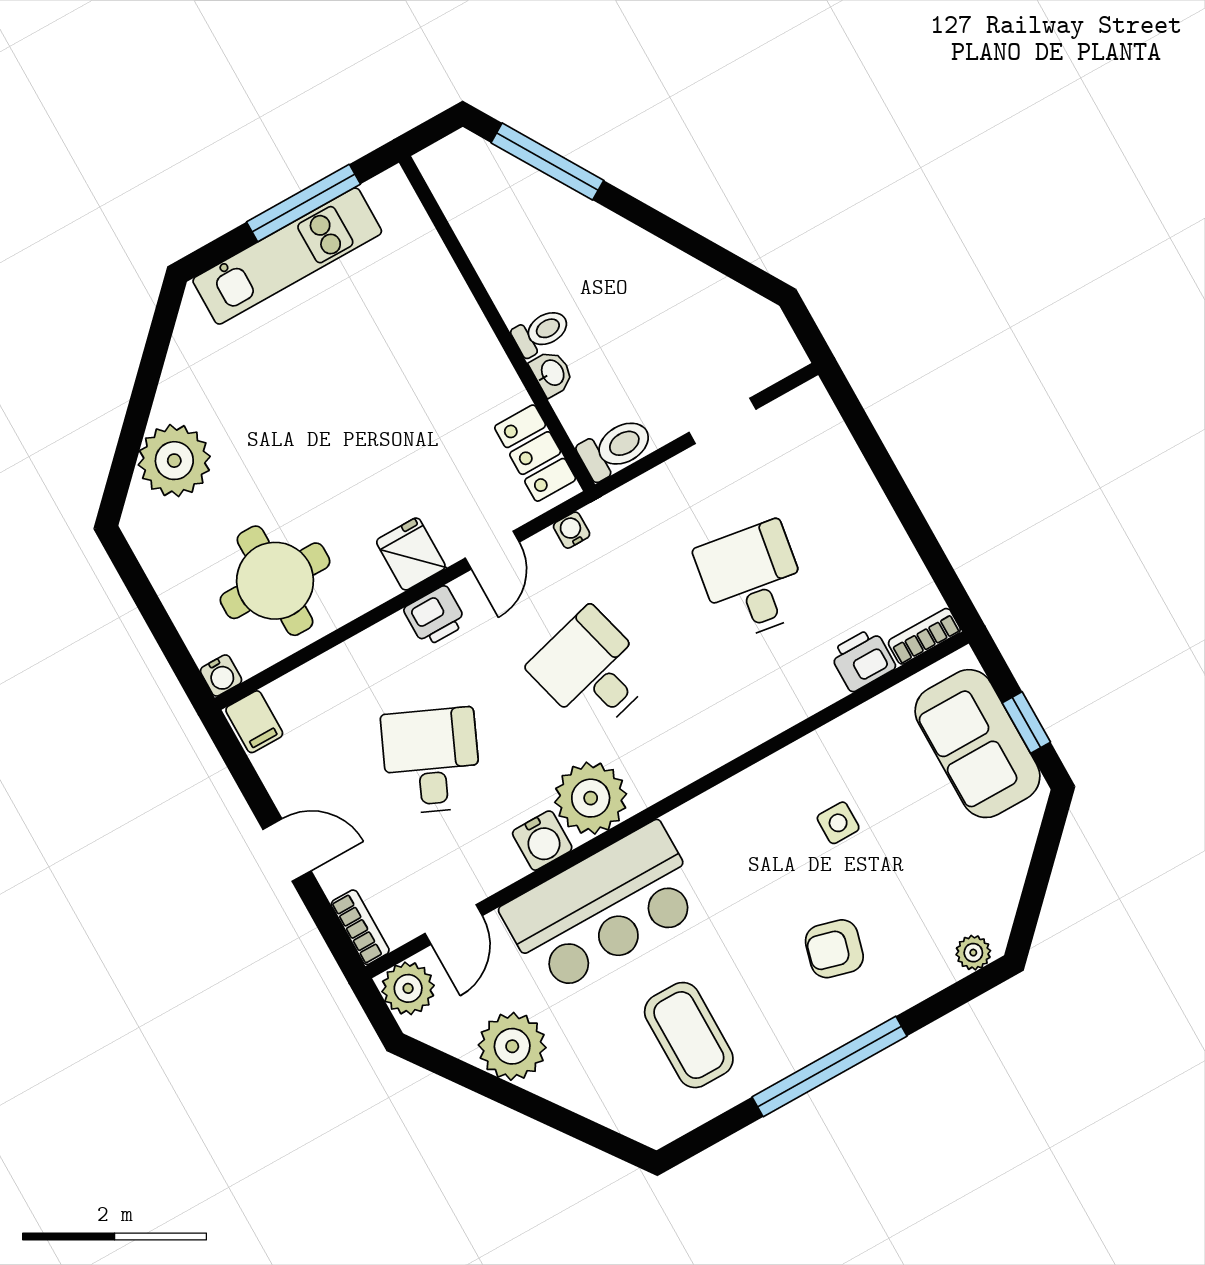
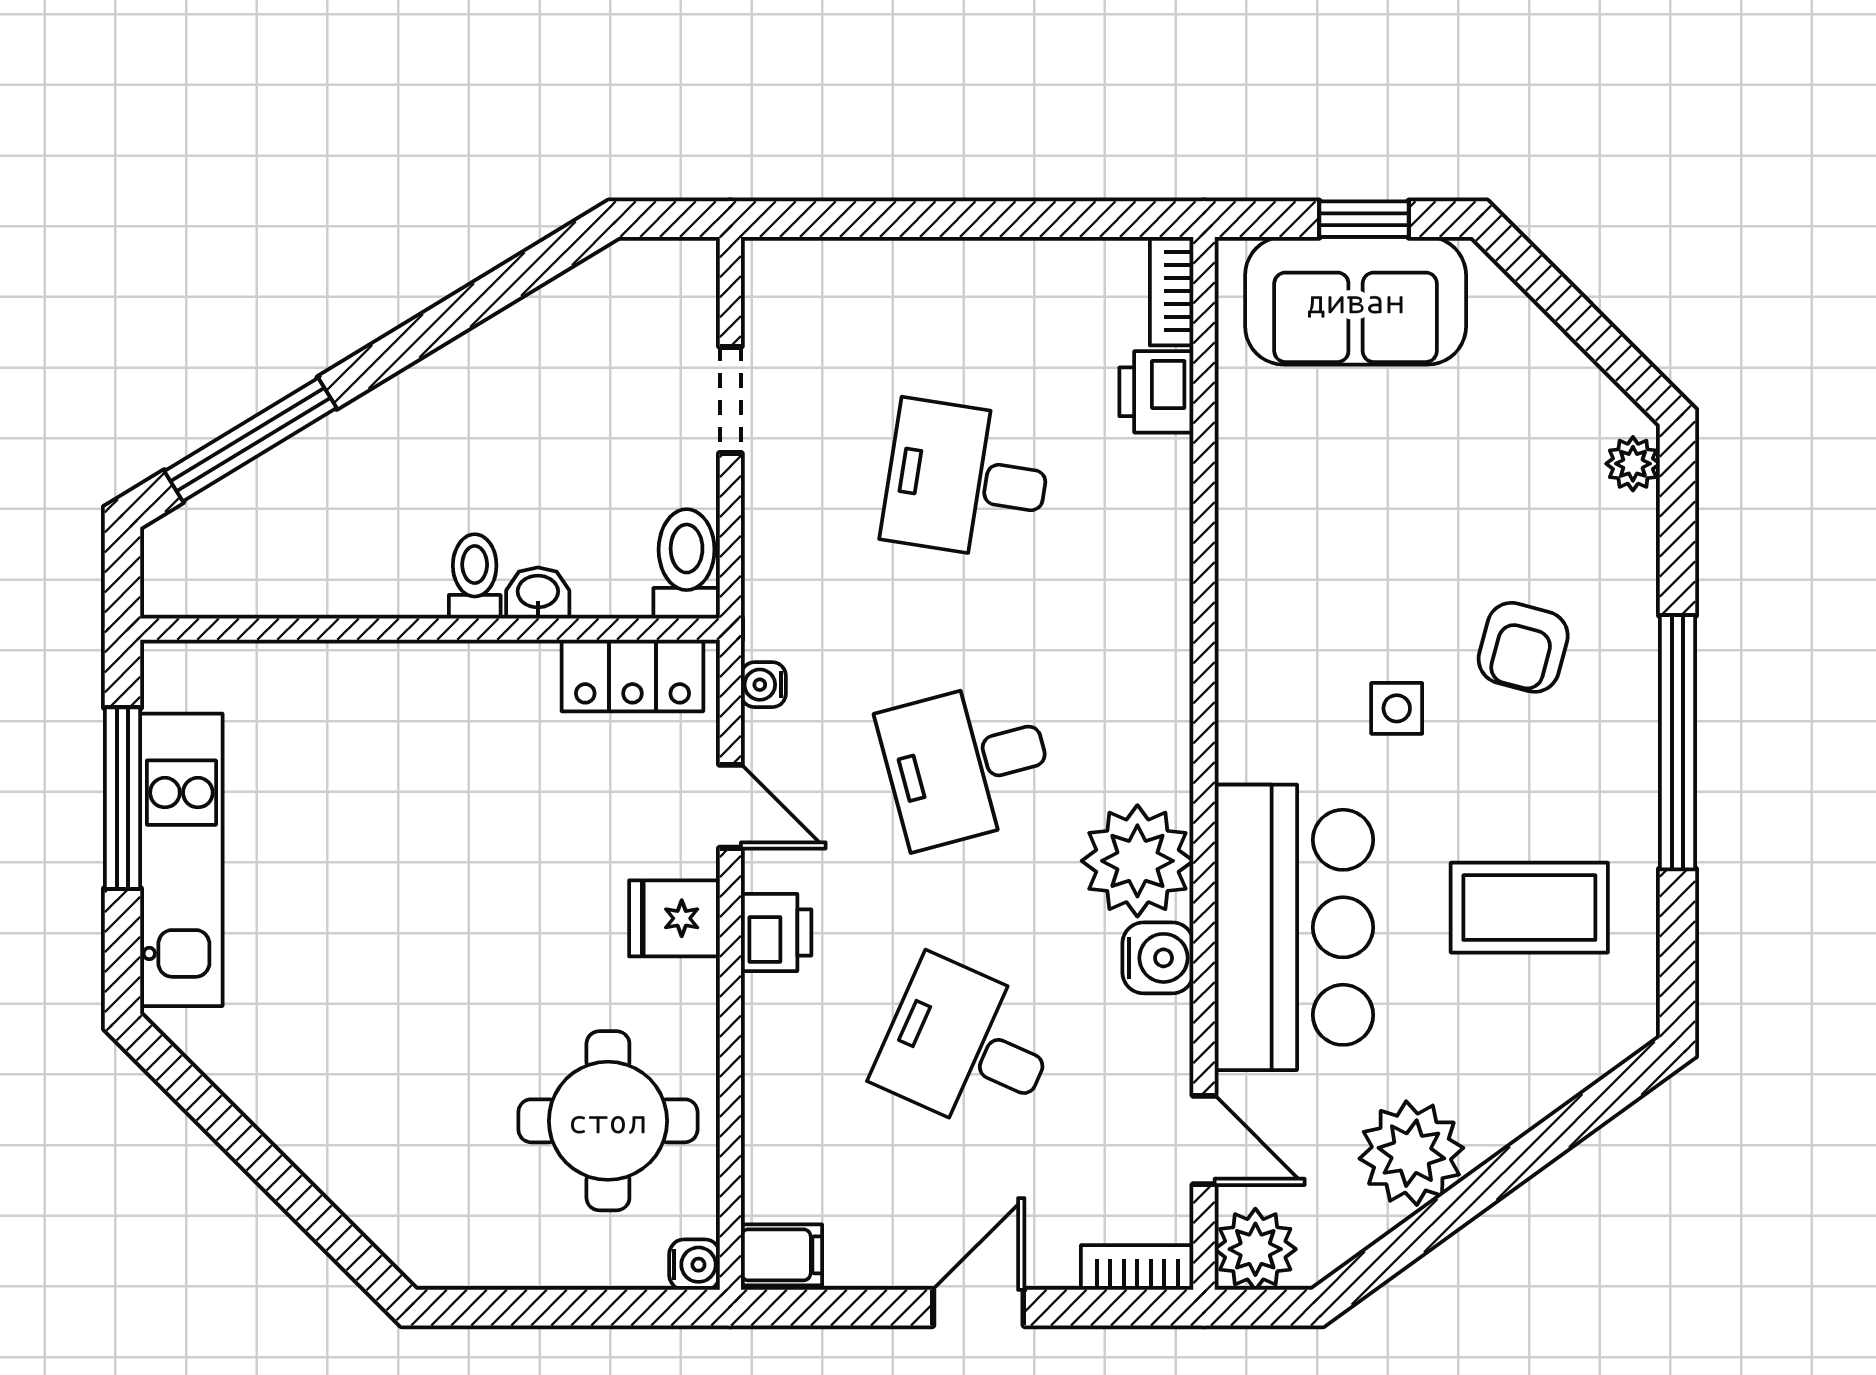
plant: (174, 461) -> (371, 1165), removed
side table: (838, 823) -> (1397, 708), moved

